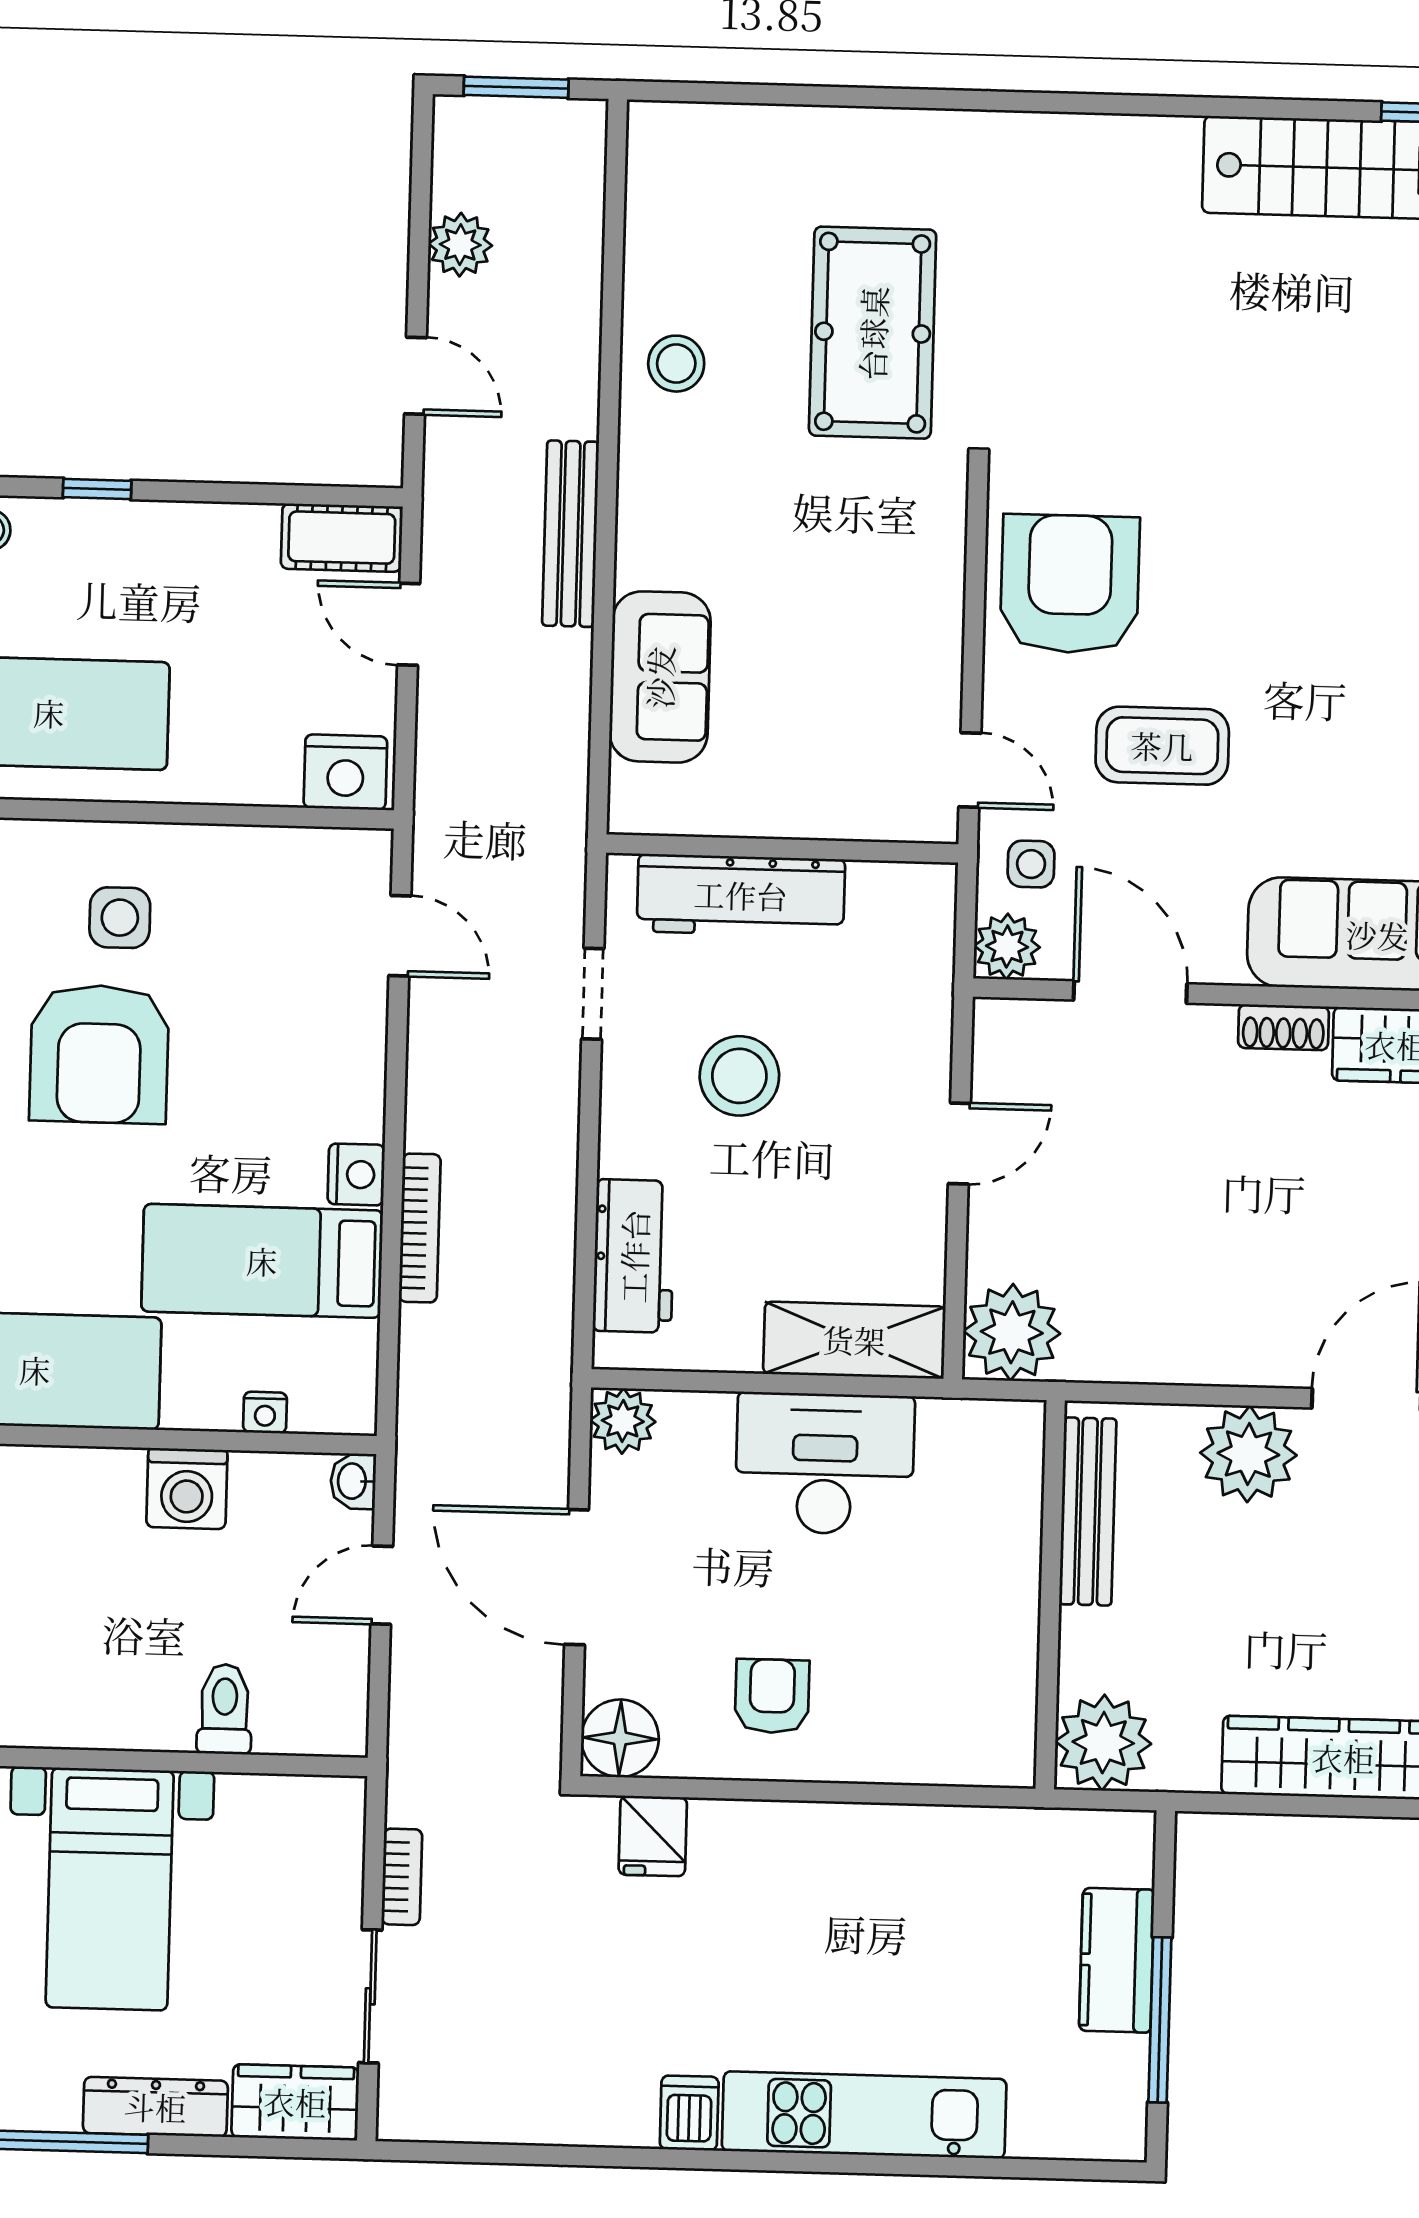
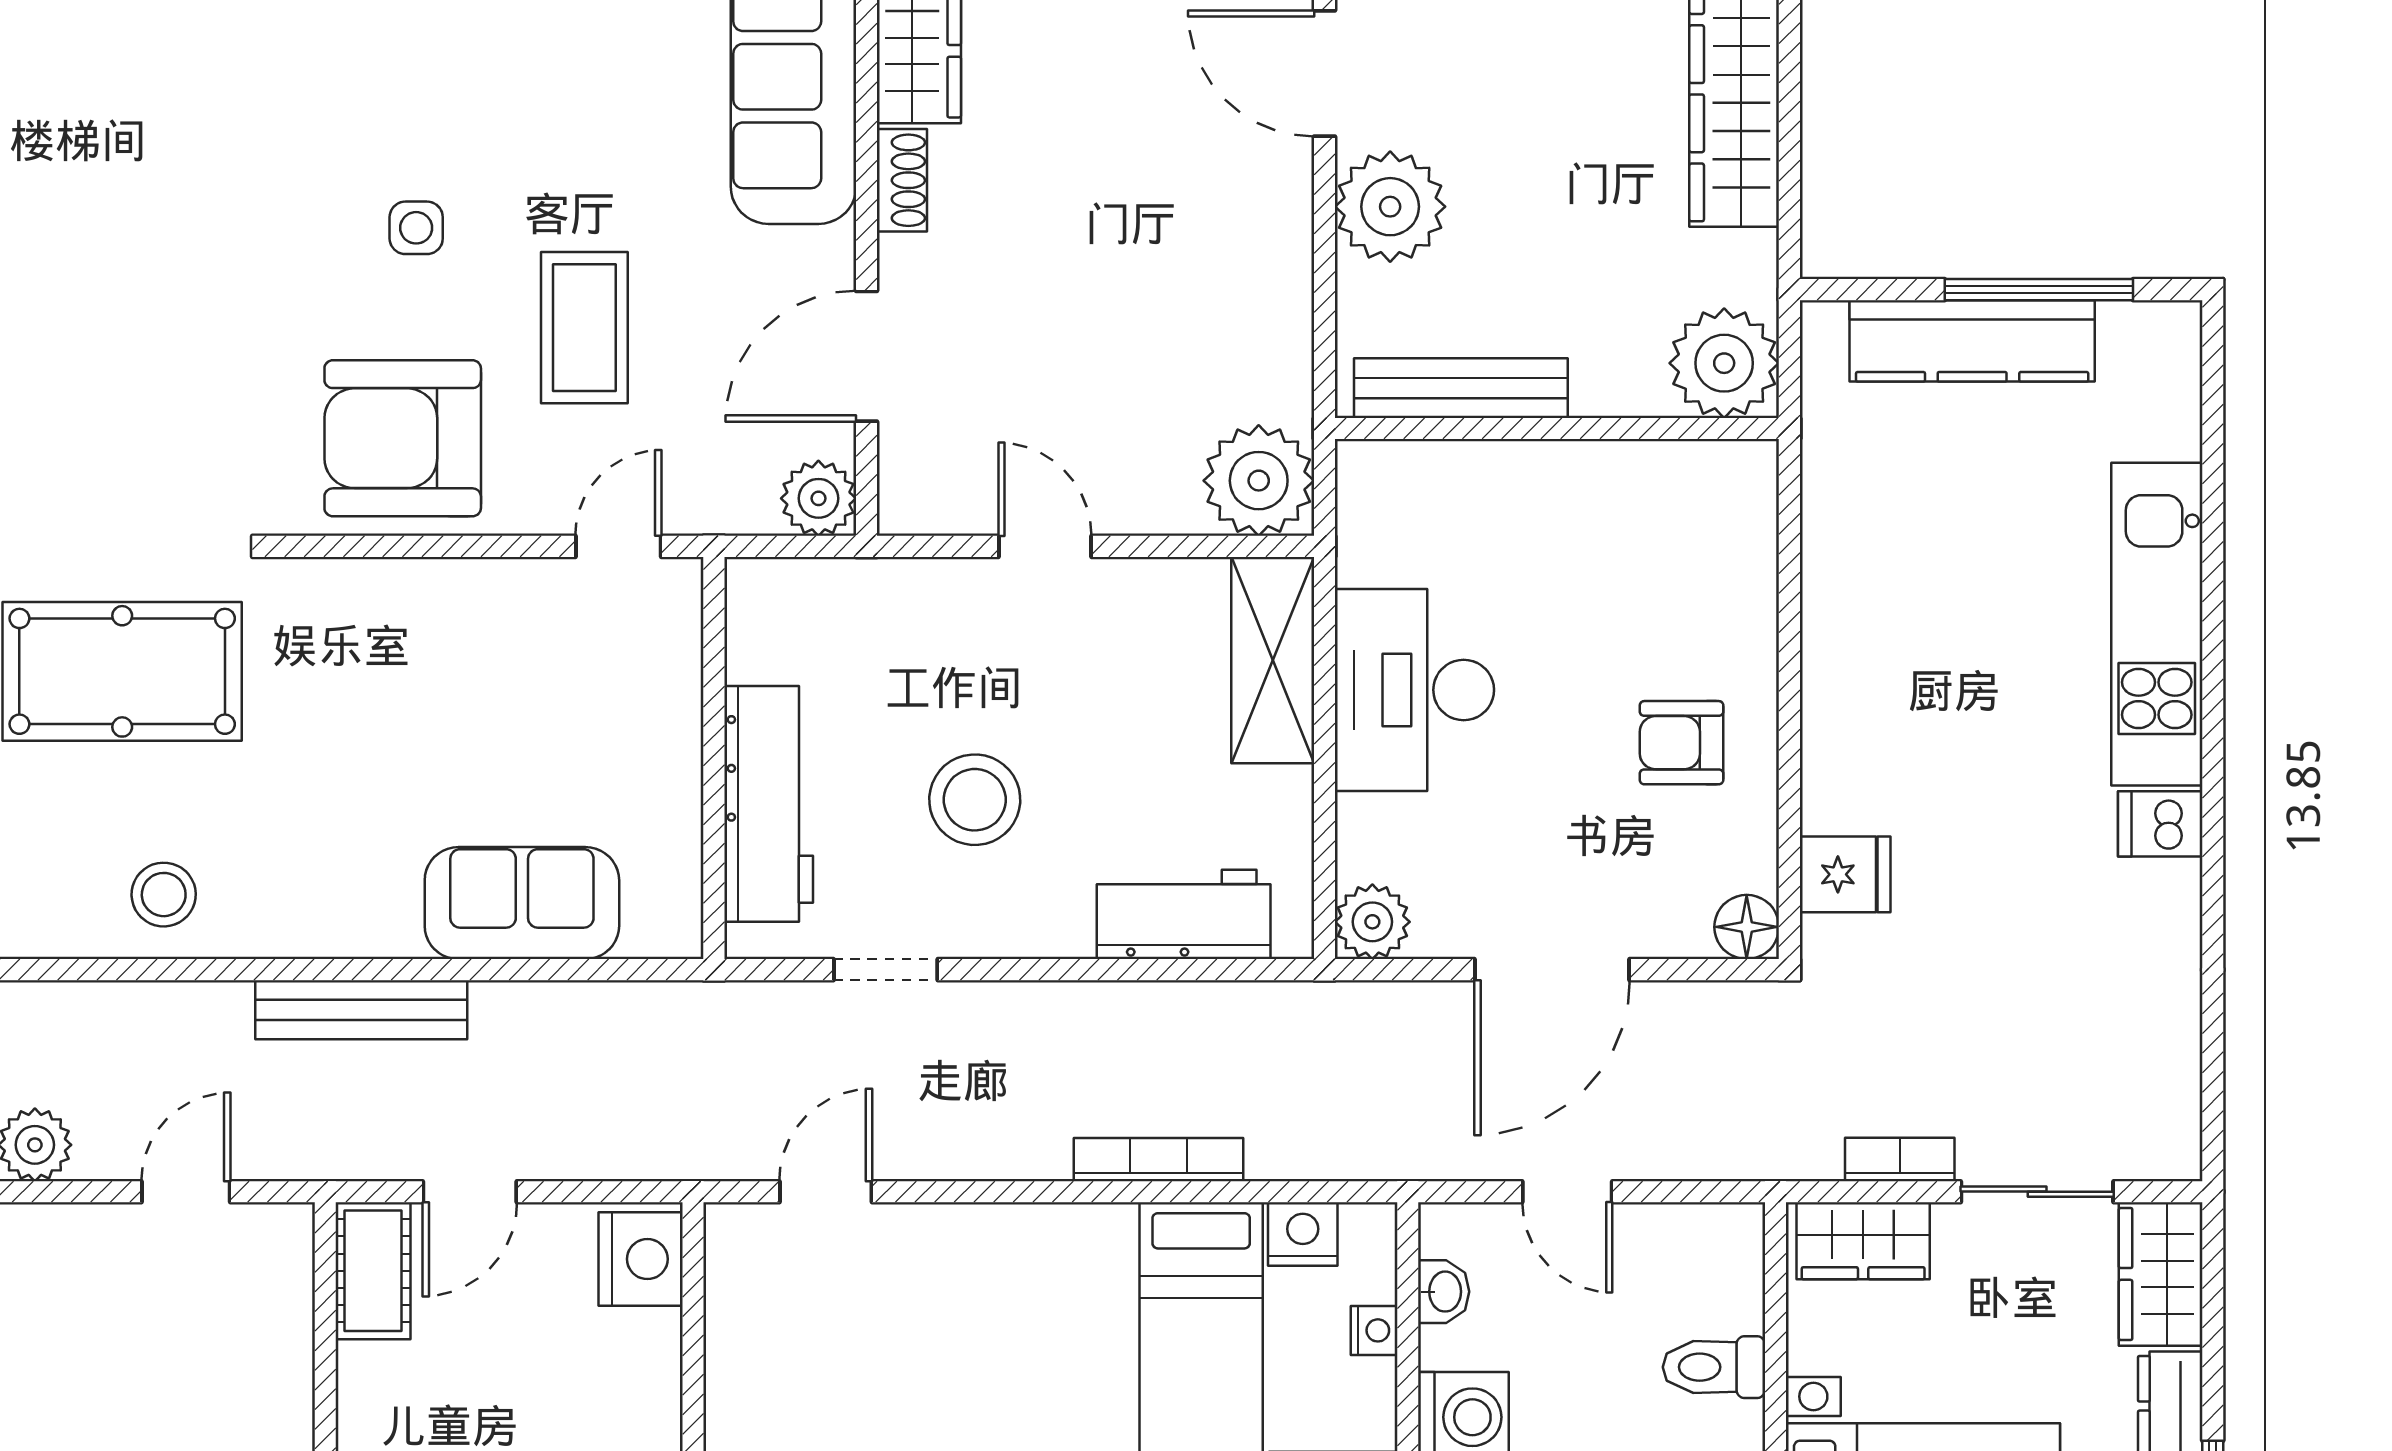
side table: (1031, 864) -> (416, 228), moved
nightstand: (356, 1174) -> (1303, 1234), moved
washbasin: (353, 1481) -> (1444, 1292), moved, turned -90
floor lamp: (620, 1738) -> (1747, 927), width x0.73, depth x0.73
wardrobe: (332, 1843) -> (1863, 1241), added
kitchen counter: (1117, 1960) -> (1972, 341), width x1.50

